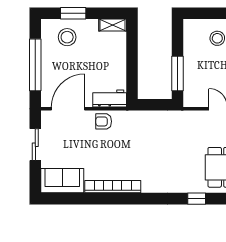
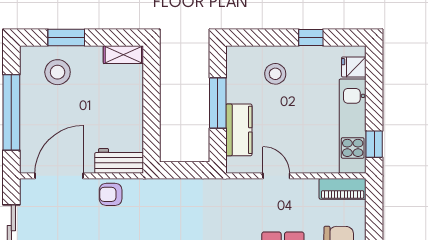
window: (178, 73) -> (218, 103), moved
kitchen counter: (192, 77) -> (239, 130), added

